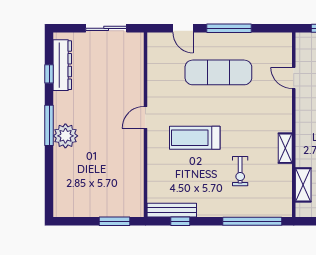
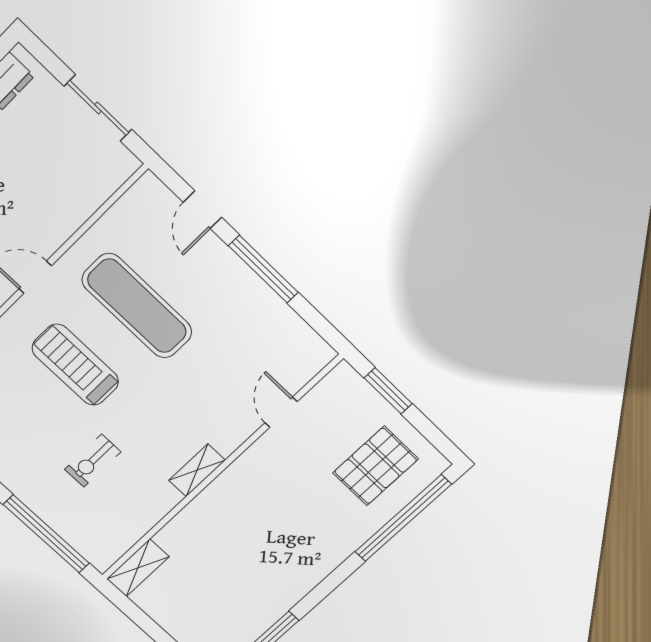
exercise mat: (218, 72) -> (137, 306), moved
shelving: (285, 148) -> (197, 470), moved
shelving: (303, 185) -> (138, 568), moved

